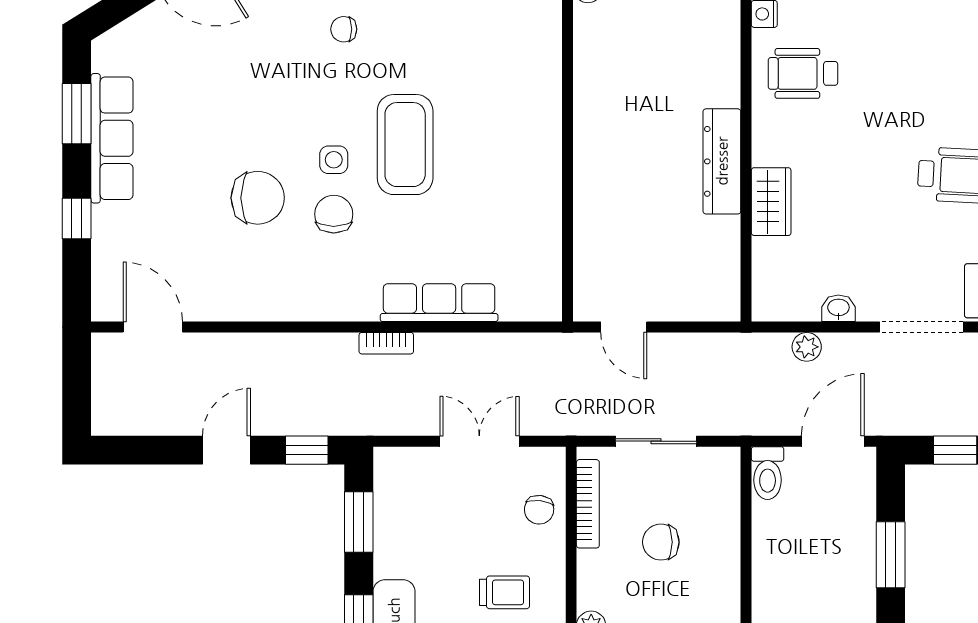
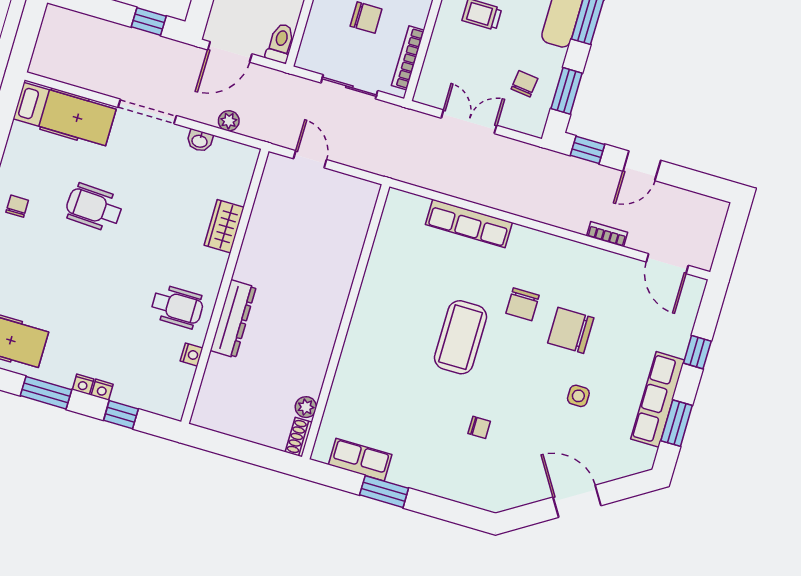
side table: (334, 160) -> (578, 396), moved
dresser: (722, 161) -> (233, 319), moved
door: (624, 327) -> (310, 159), moved
bookcase: (386, 343) -> (607, 234), moved
double door: (479, 441) -> (469, 122), swing flipped
chair: (539, 510) -> (524, 84), moved

